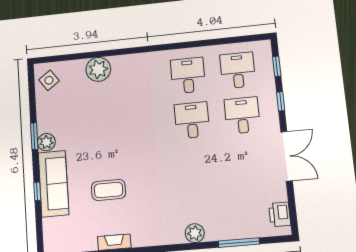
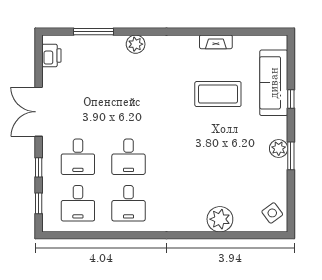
sofa: (53, 184) -> (274, 83), moved
coffee table: (109, 190) -> (218, 94), width x1.36, depth x1.32

